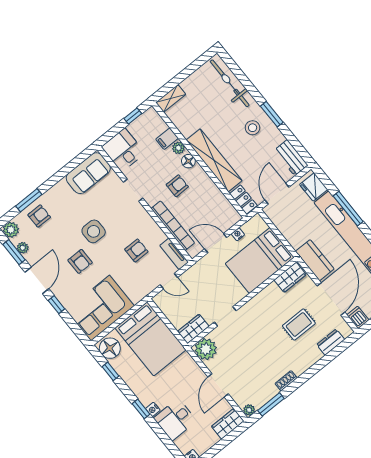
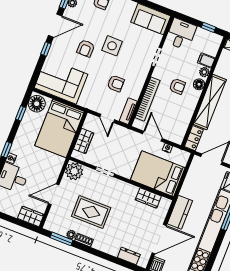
wardrobe: (290, 277) -> (148, 198), moved
rug: (299, 325) -> (91, 212), moved, width x1.36, depth x1.43
wardrobe: (193, 329) -> (84, 141), moved, turned 90
plant: (249, 410) -> (71, 235), moved

